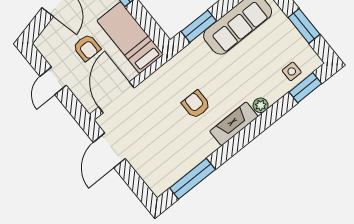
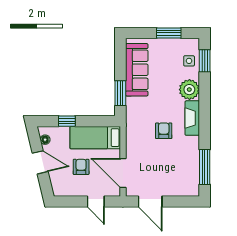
armchair: (87, 48) -> (81, 167), turned -90
door: (53, 81) -> (96, 201), moved
armchair: (196, 104) -> (164, 131), turned 90
plant: (261, 105) -> (189, 90), width x1.87, depth x1.87

